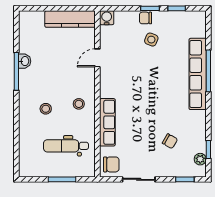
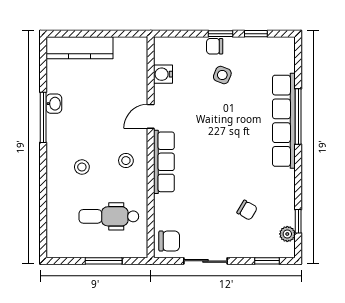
water cooler: (107, 18) -> (163, 74), moved, turned -90
kitchen counter: (70, 19) -> (79, 48), moved
door: (97, 58) -> (151, 116), moved
row of seats: (107, 122) -> (164, 162), moved

